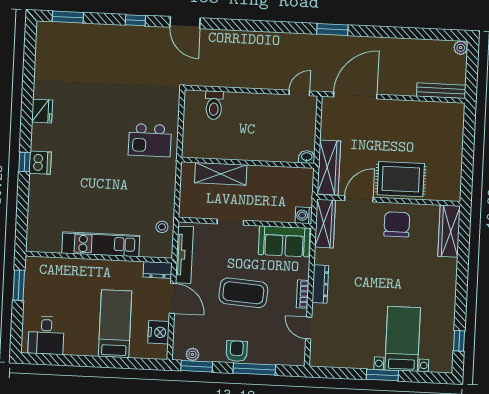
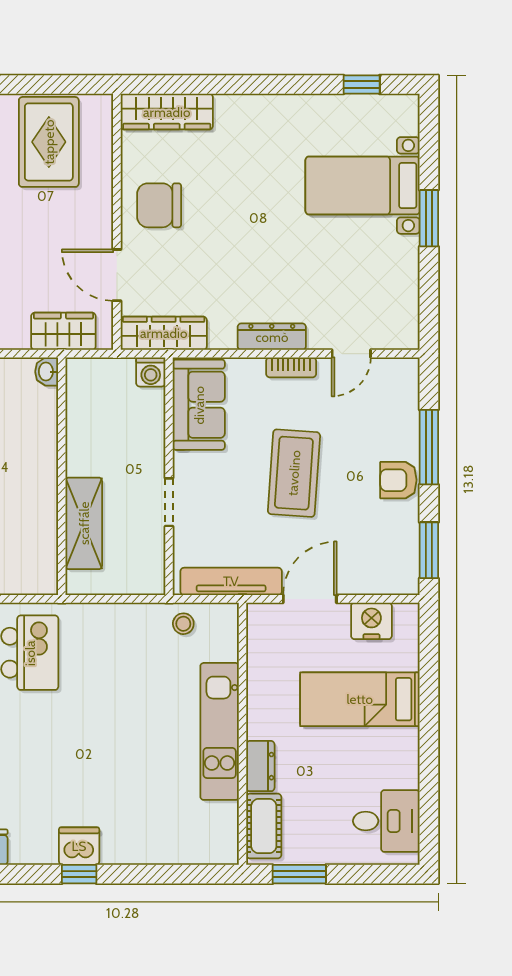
wardrobe: (329, 168) -> (63, 331), width x0.67
rug: (401, 179) -> (49, 142), moved
cot: (47, 267) -> (264, 826), added
dresser: (158, 270) -> (260, 766), moved
plant: (193, 354) -> (408, 559), removed

